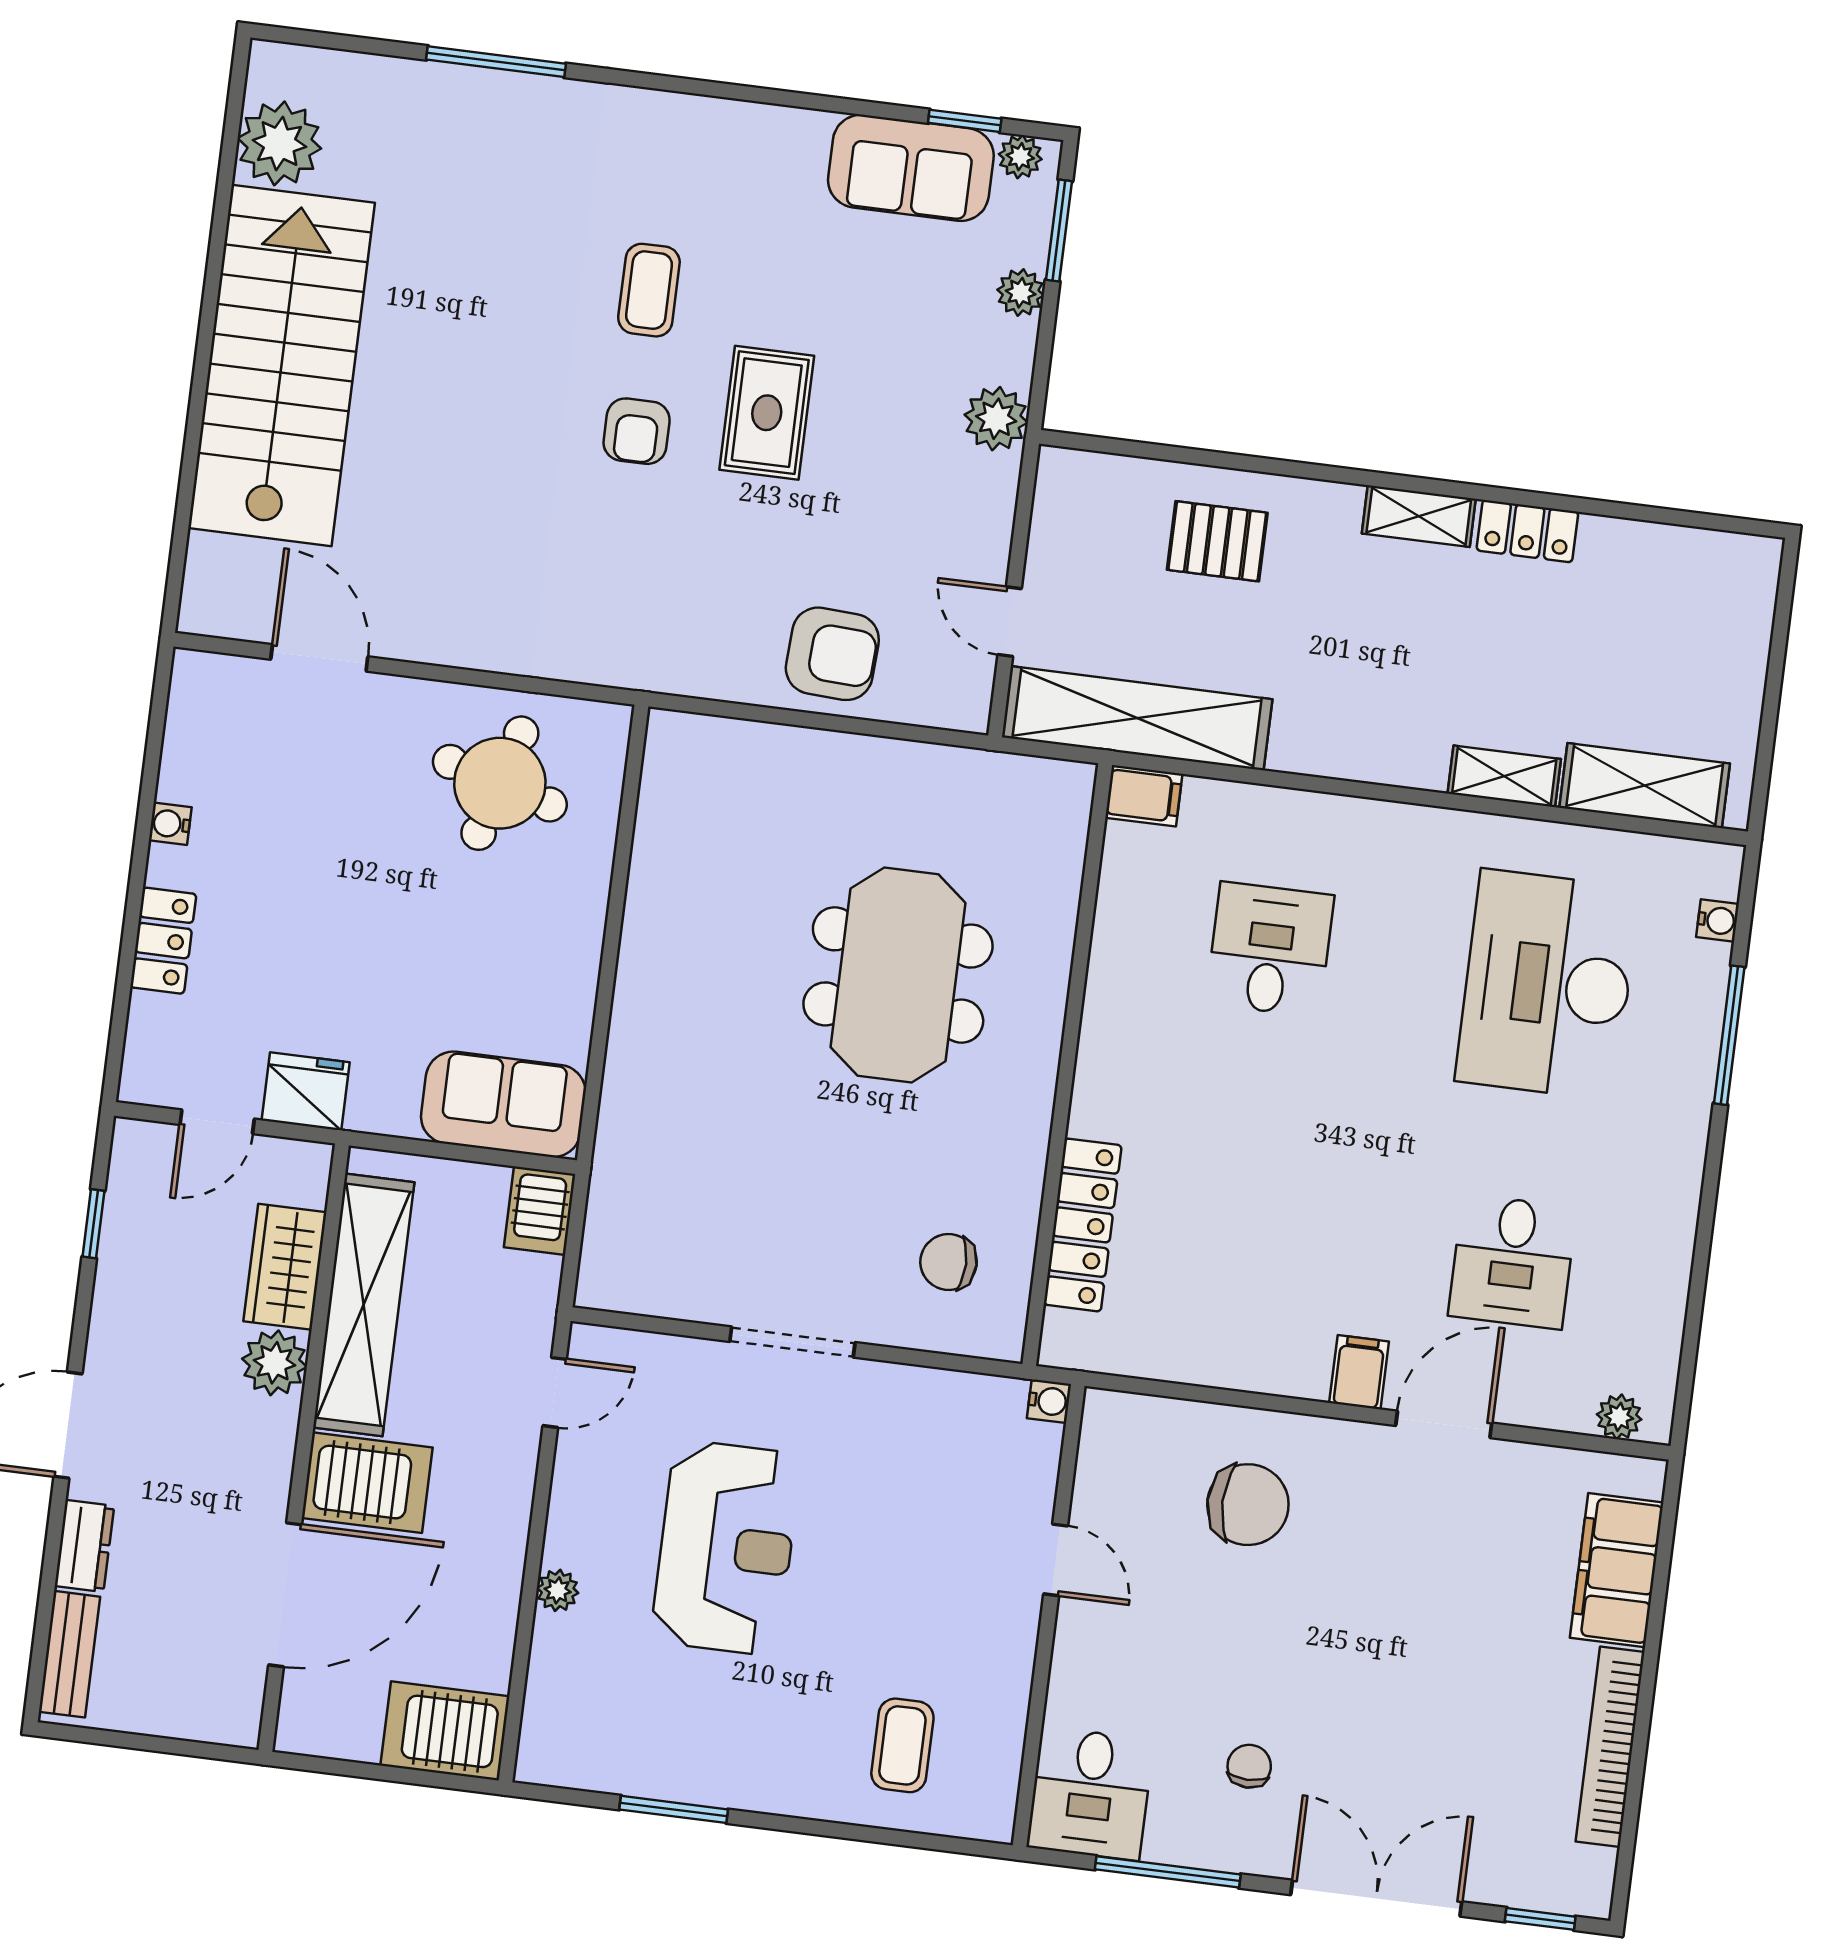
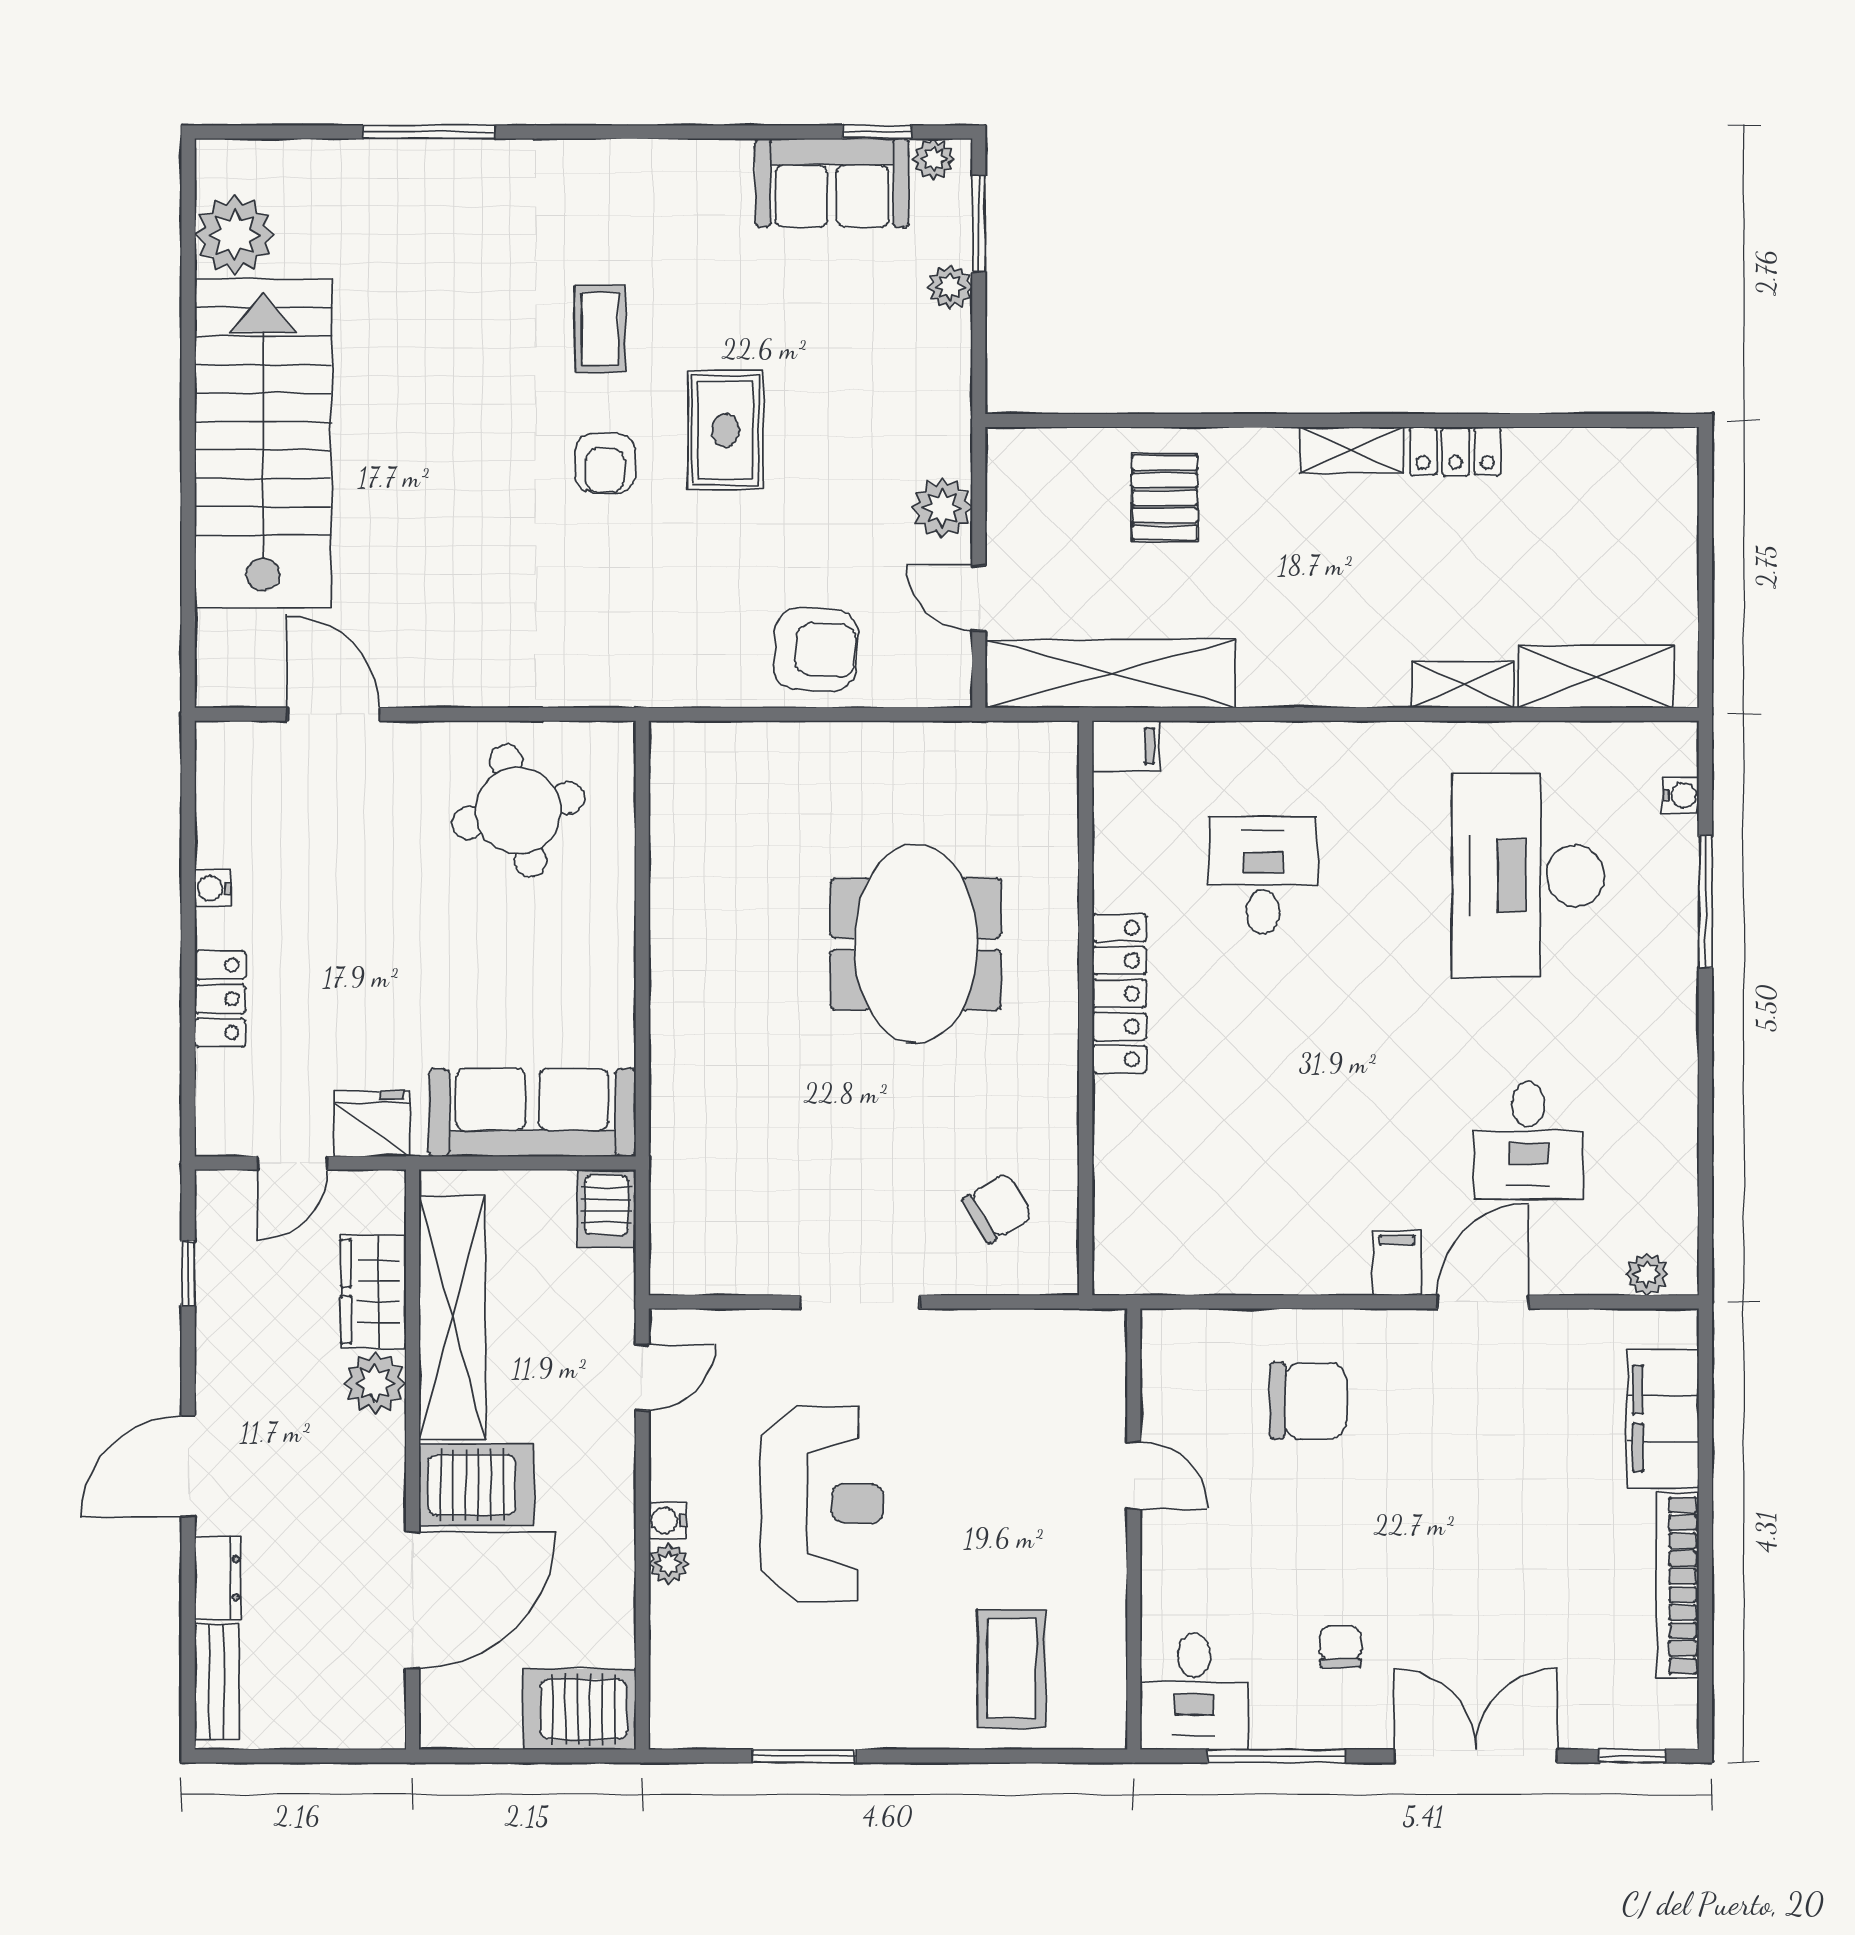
plant: (996, 419) -> (942, 508), moved
pallet: (1217, 541) -> (1165, 498), turned 90
round table: (500, 783) -> (518, 811), turned -30
sofa: (503, 1104) -> (532, 1113), width x1.36
locker: (1083, 1225) -> (1119, 993), moved
chair: (948, 1262) -> (997, 1208), turned 149
water cooler: (1049, 1401) -> (667, 1521), moved, turned 180
coffee table: (902, 1745) -> (1012, 1669), width x1.36, depth x1.30

